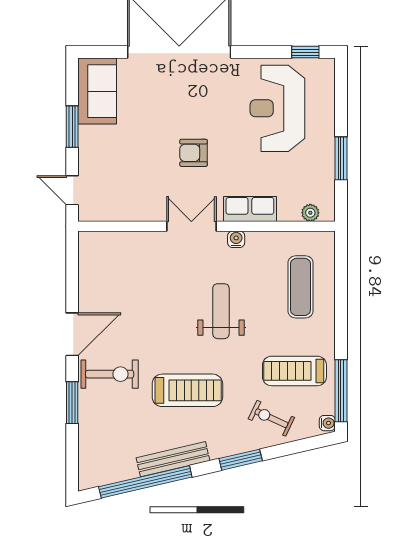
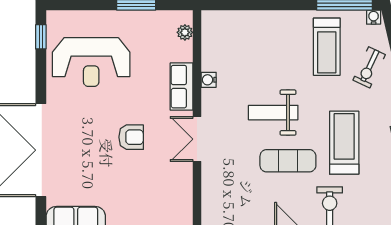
armchair: (194, 153) -> (131, 137), turned -90
water cooler: (236, 239) -> (209, 80), moved
exercise mat: (301, 287) -> (288, 161), moved

